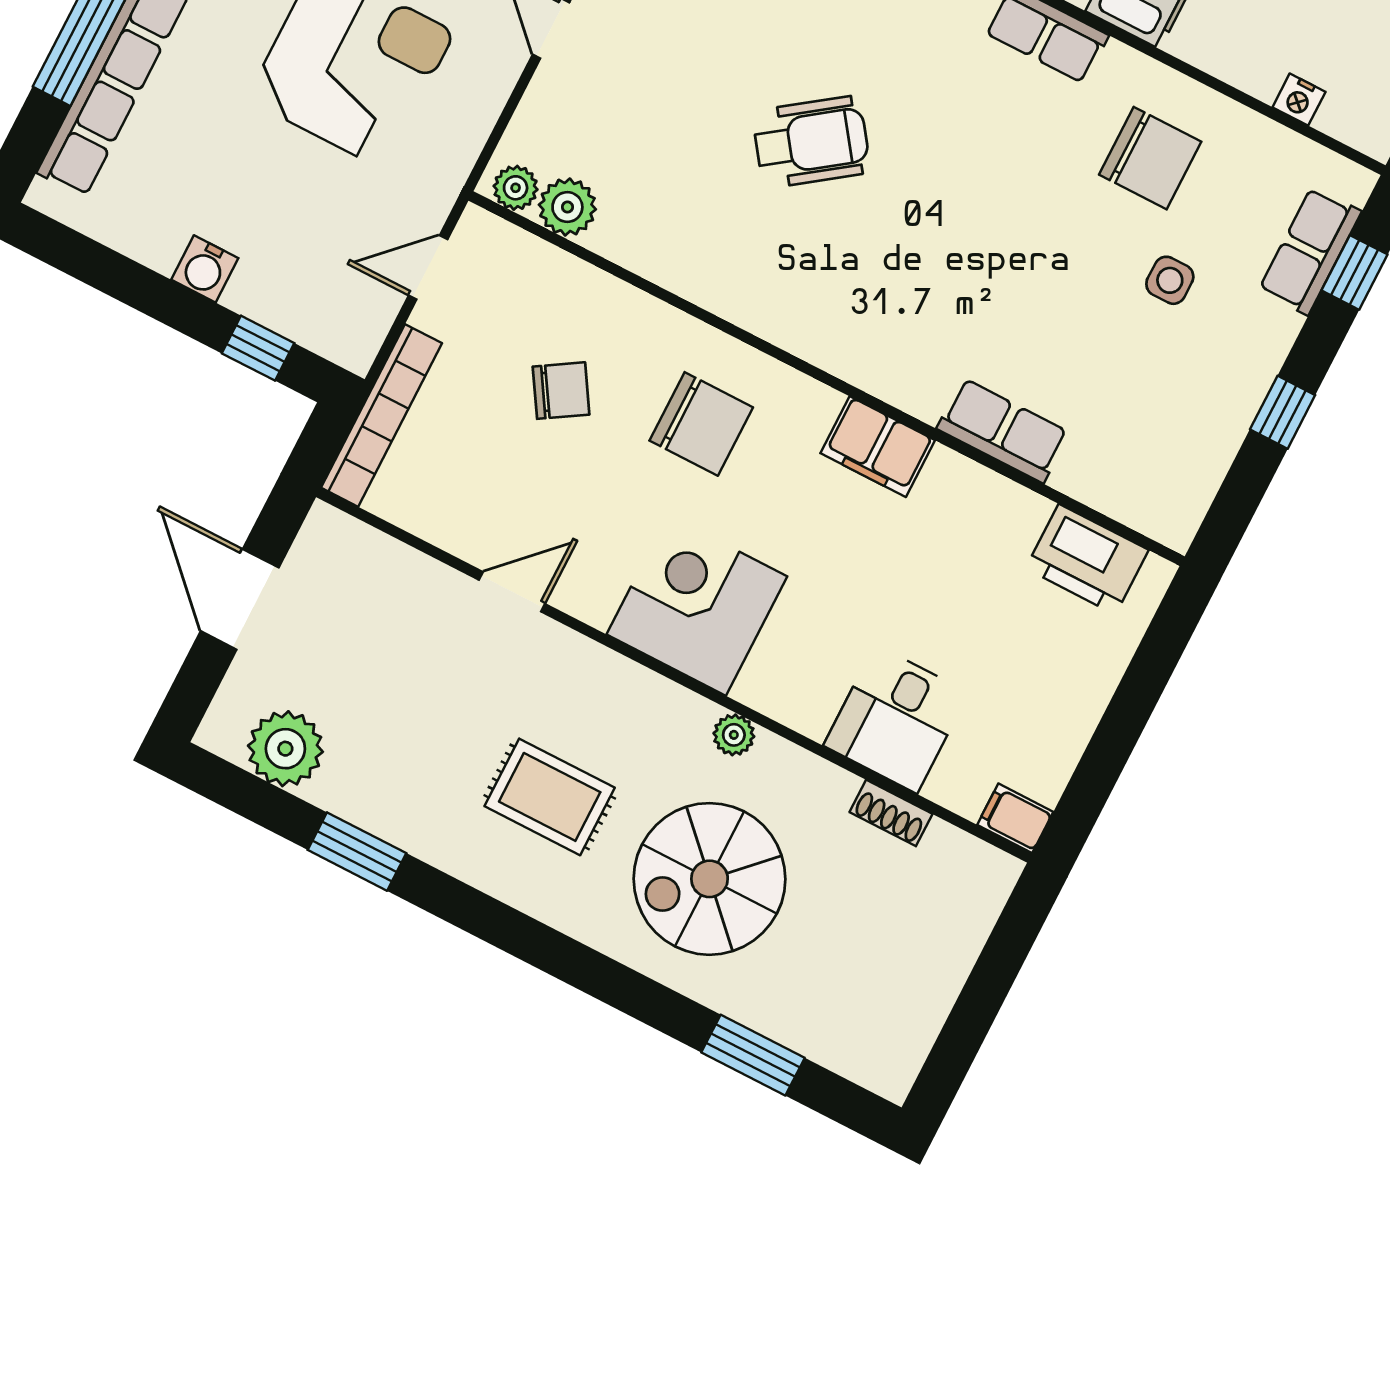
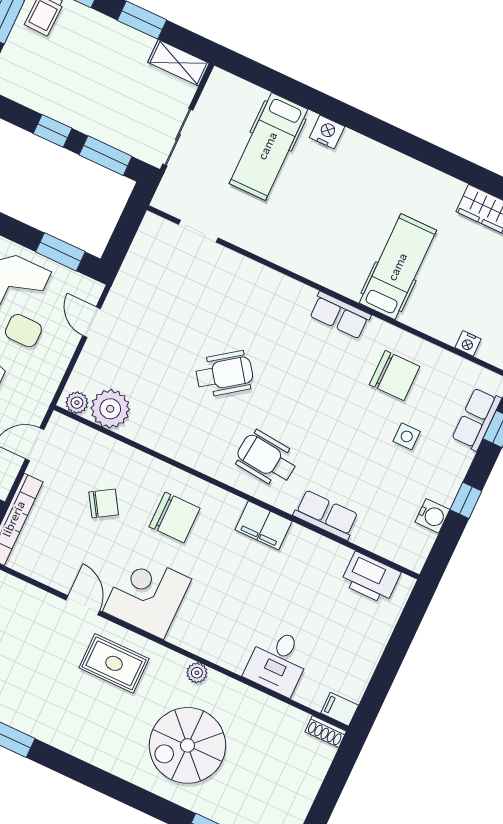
plant: (567, 207) -> (110, 409), width x1.36, depth x1.36
wheelchair: (889, 314) -> (267, 459), added
water cooler: (1215, 440) -> (432, 516), added
door: (512, 592) -> (83, 605), hinge flipped
corner desk: (697, 605) -> (147, 595), moved
rug: (550, 797) -> (114, 663), moved
shoe rack: (891, 813) -> (326, 731), moved

